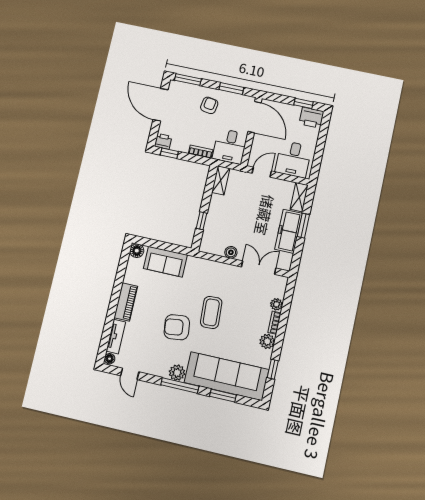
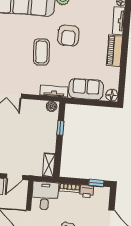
printer: (163, 141) -> (87, 191), moved
boiler: (231, 252) -> (52, 106), moved
tv unit: (203, 264) -> (54, 91), added
armchair: (177, 327) -> (68, 36), turned 97

